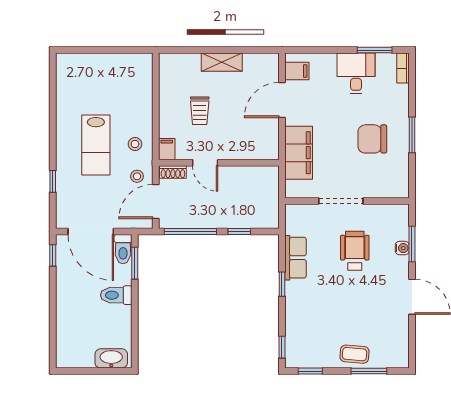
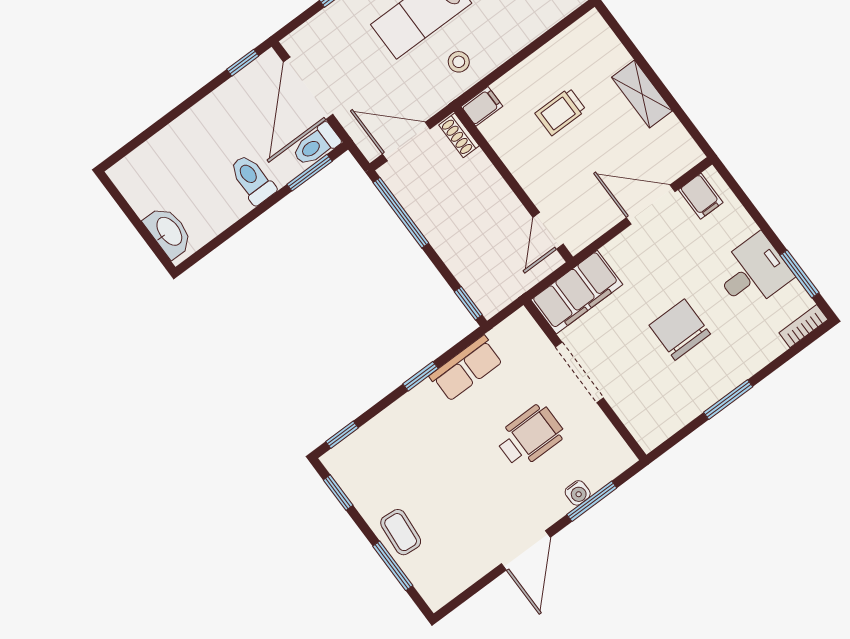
chair: (372, 139) -> (680, 330), moved
filing cabinet: (299, 153) -> (577, 292), moved
door: (205, 163) -> (548, 231), moved
stool: (137, 176) -> (420, 94), removed
window: (239, 232) -> (468, 303), moved

